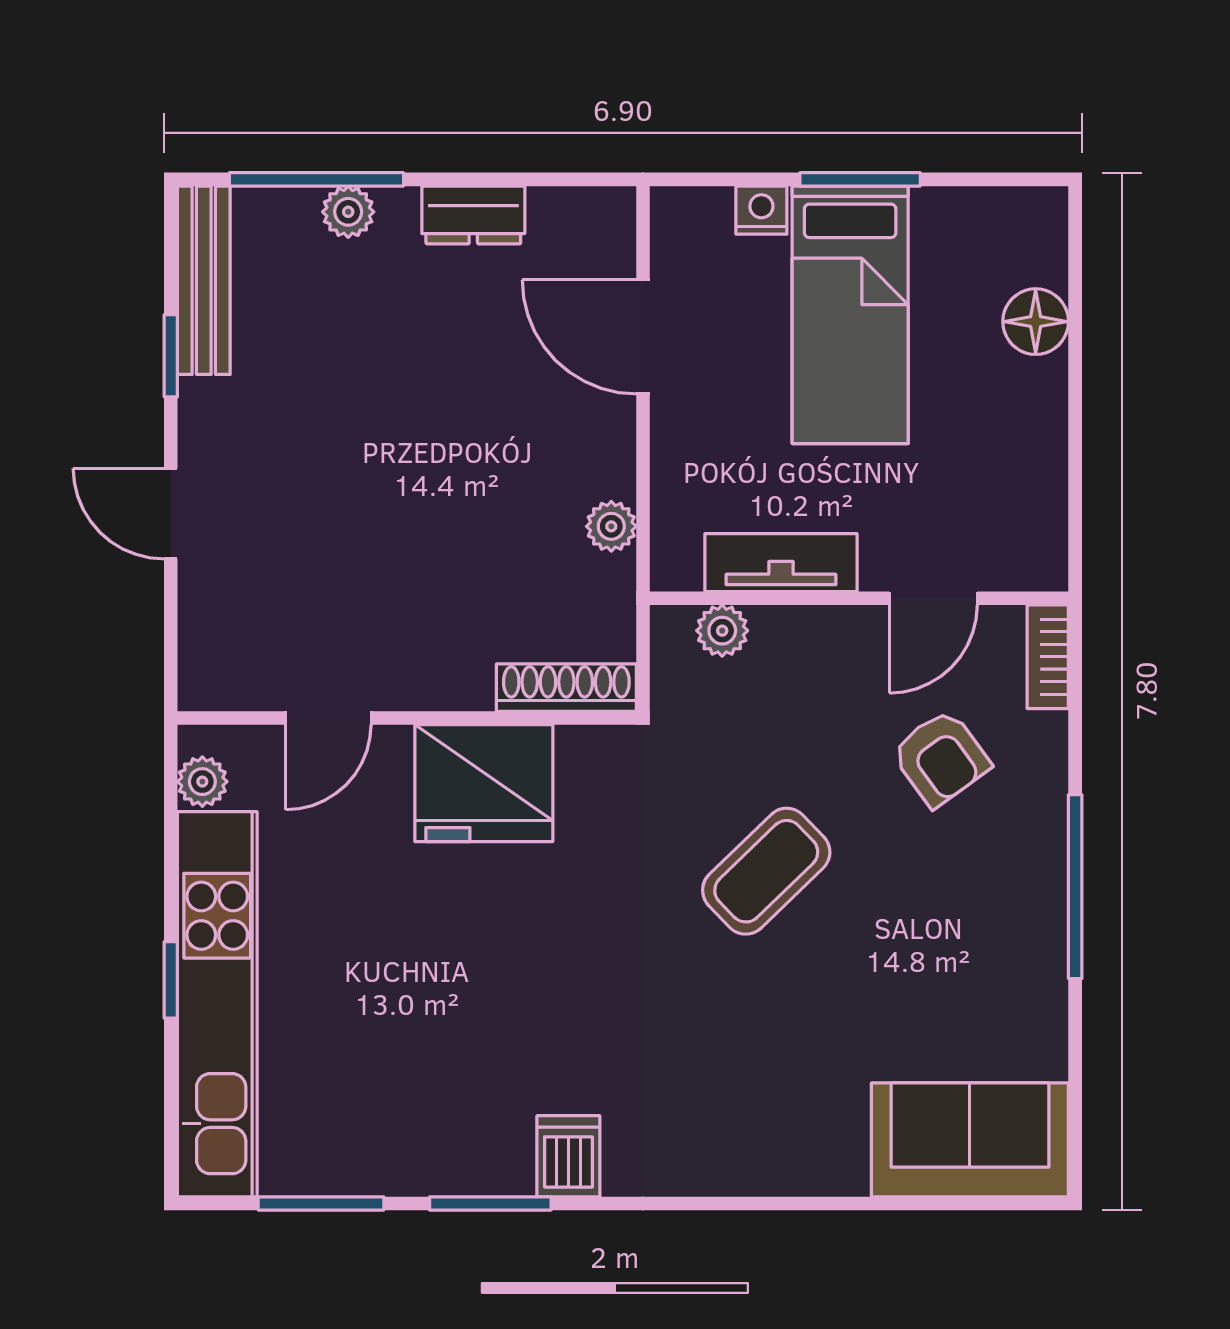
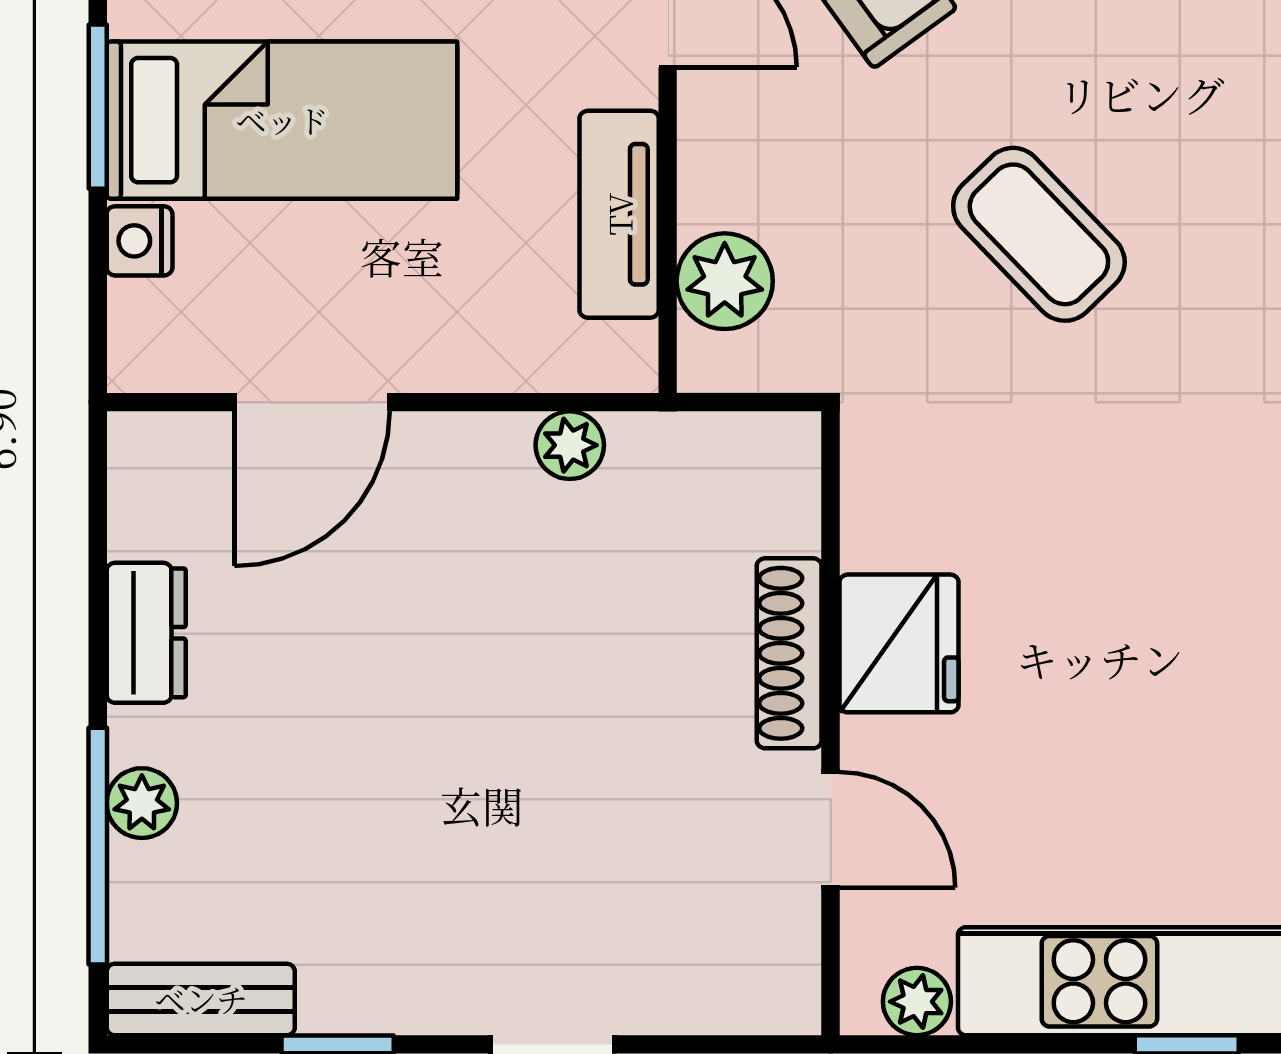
bench: (204, 280) -> (201, 999), width x0.73
plant: (722, 631) -> (725, 281), width x1.38, depth x1.38
shoe rack: (566, 688) -> (789, 653), moved
fridge: (484, 783) -> (899, 643), width x0.73, depth x0.75

